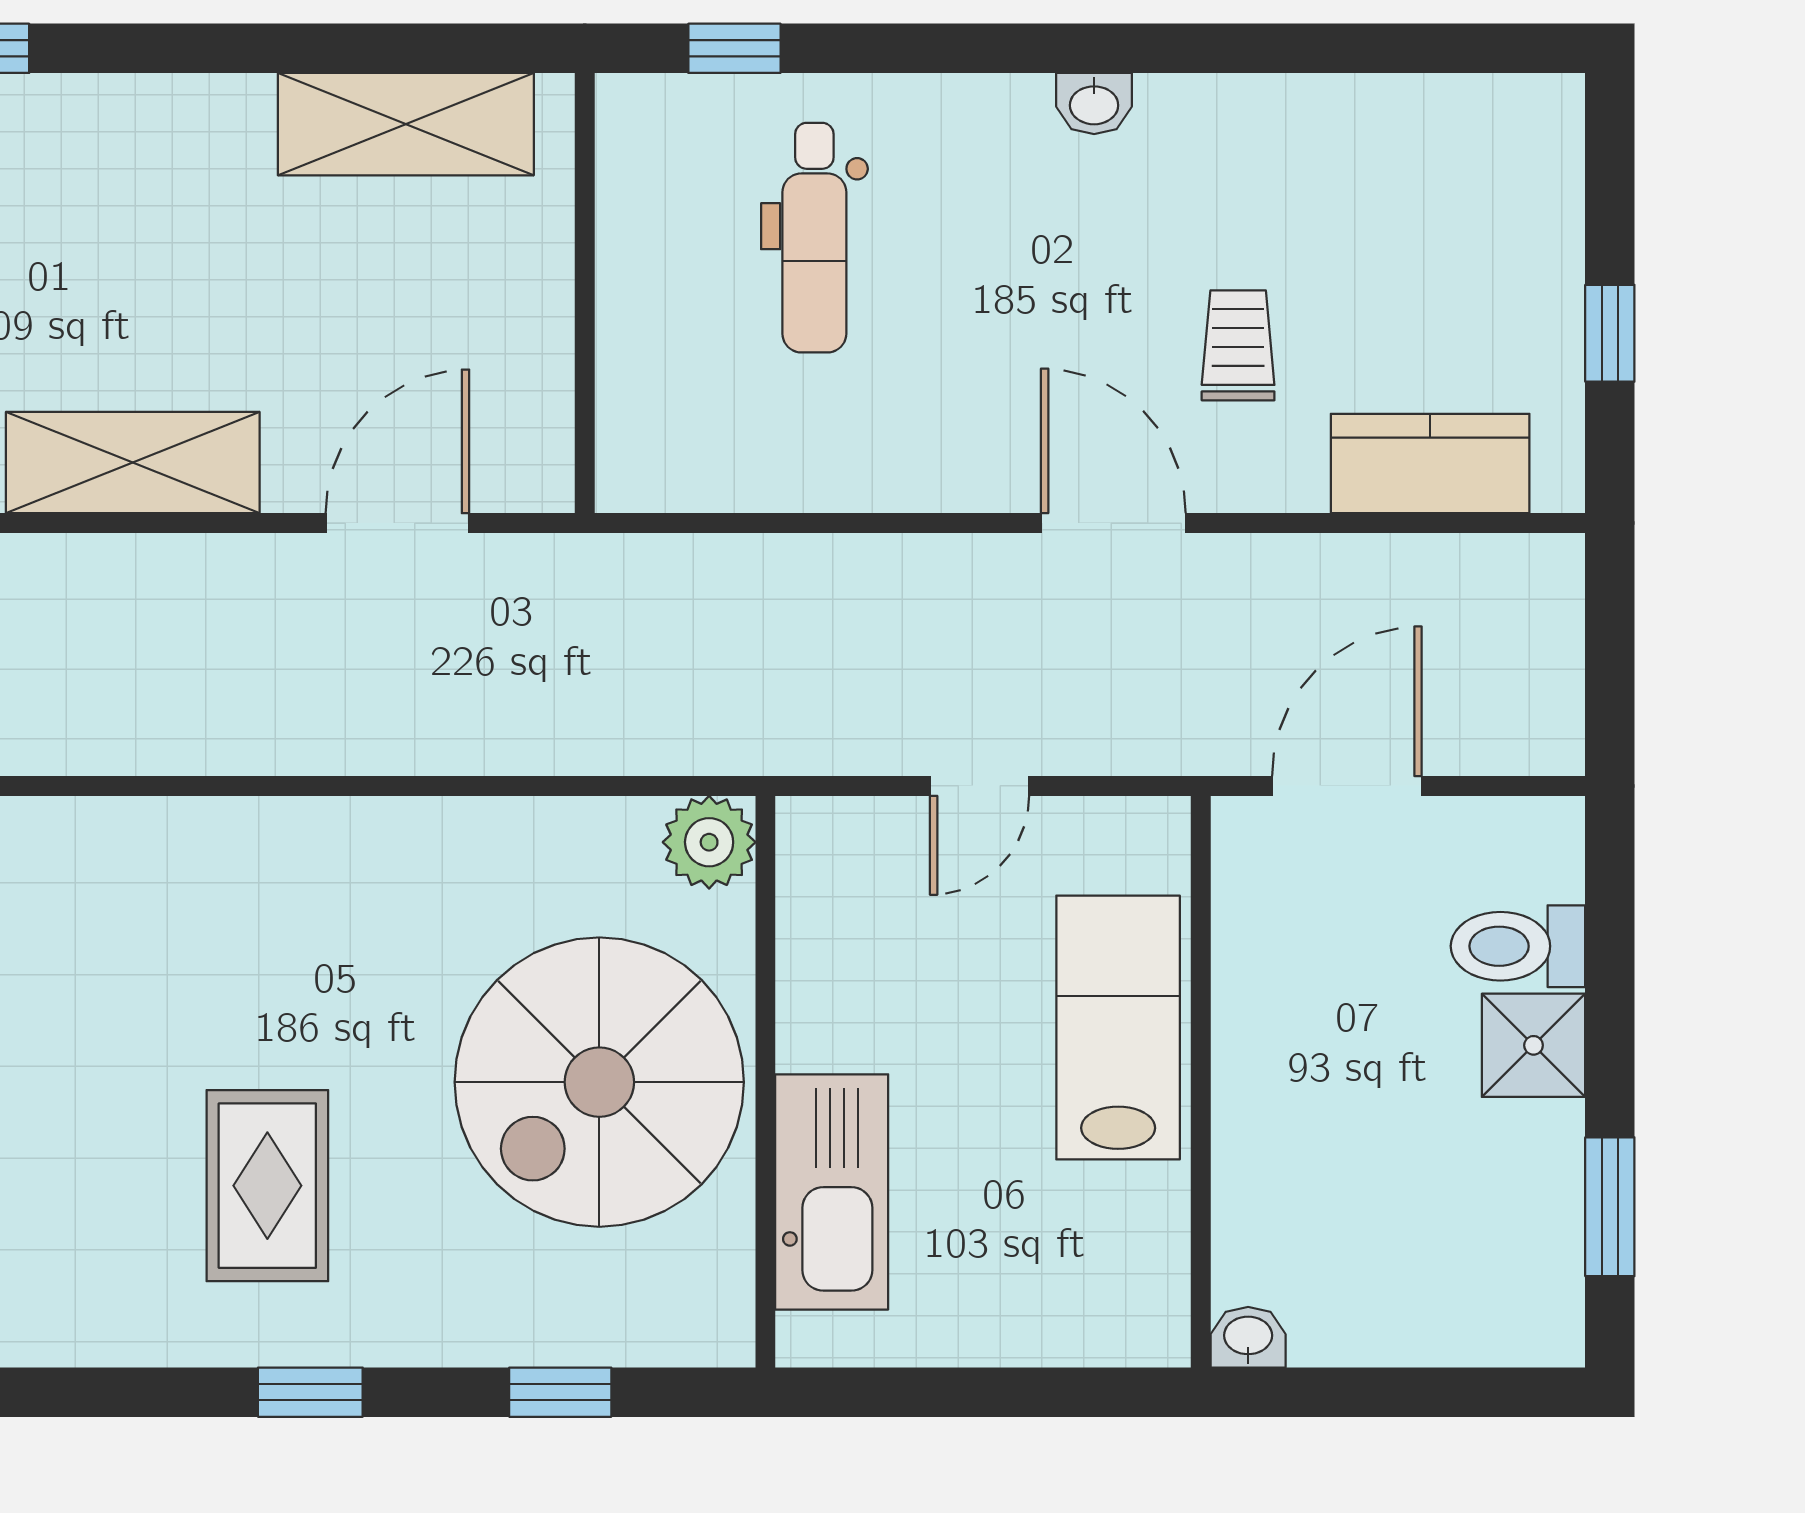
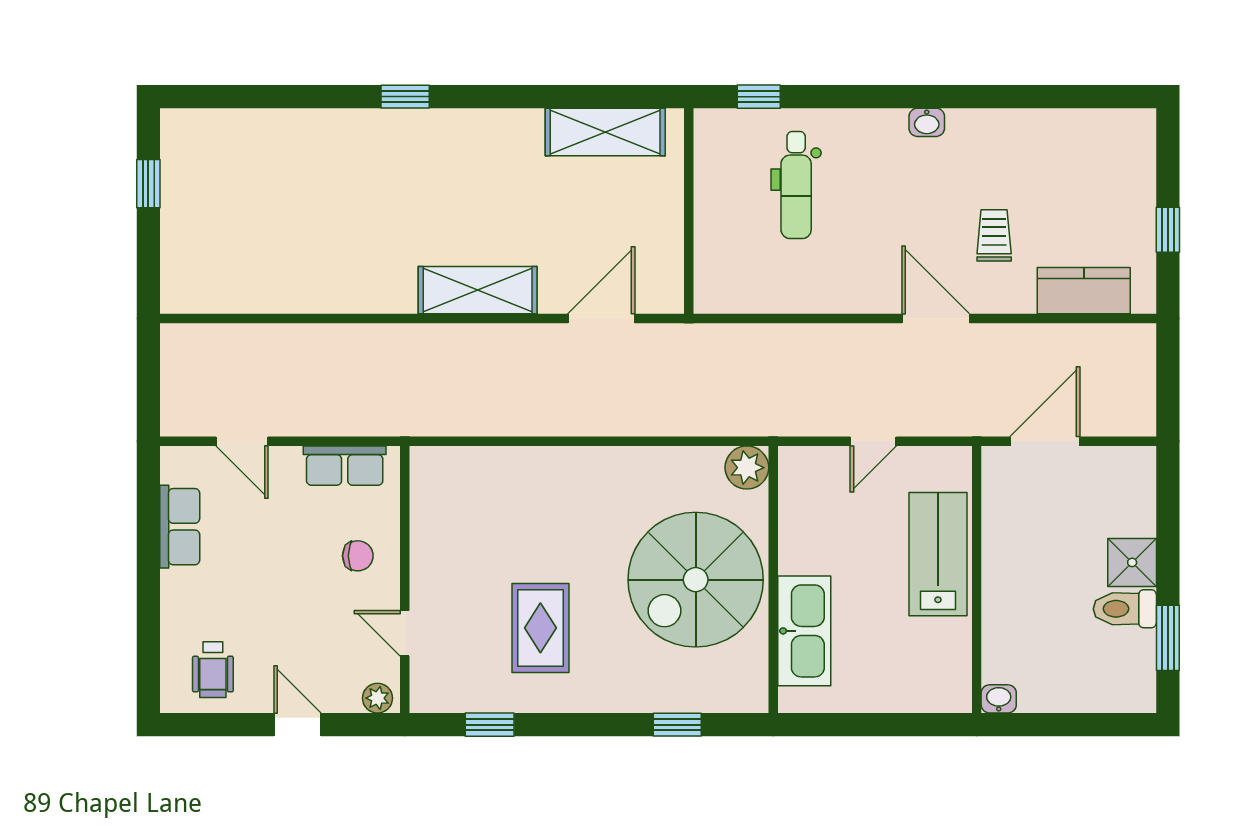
toilet: (1518, 946) -> (1125, 609), moved
window: (310, 1392) -> (490, 725), moved

